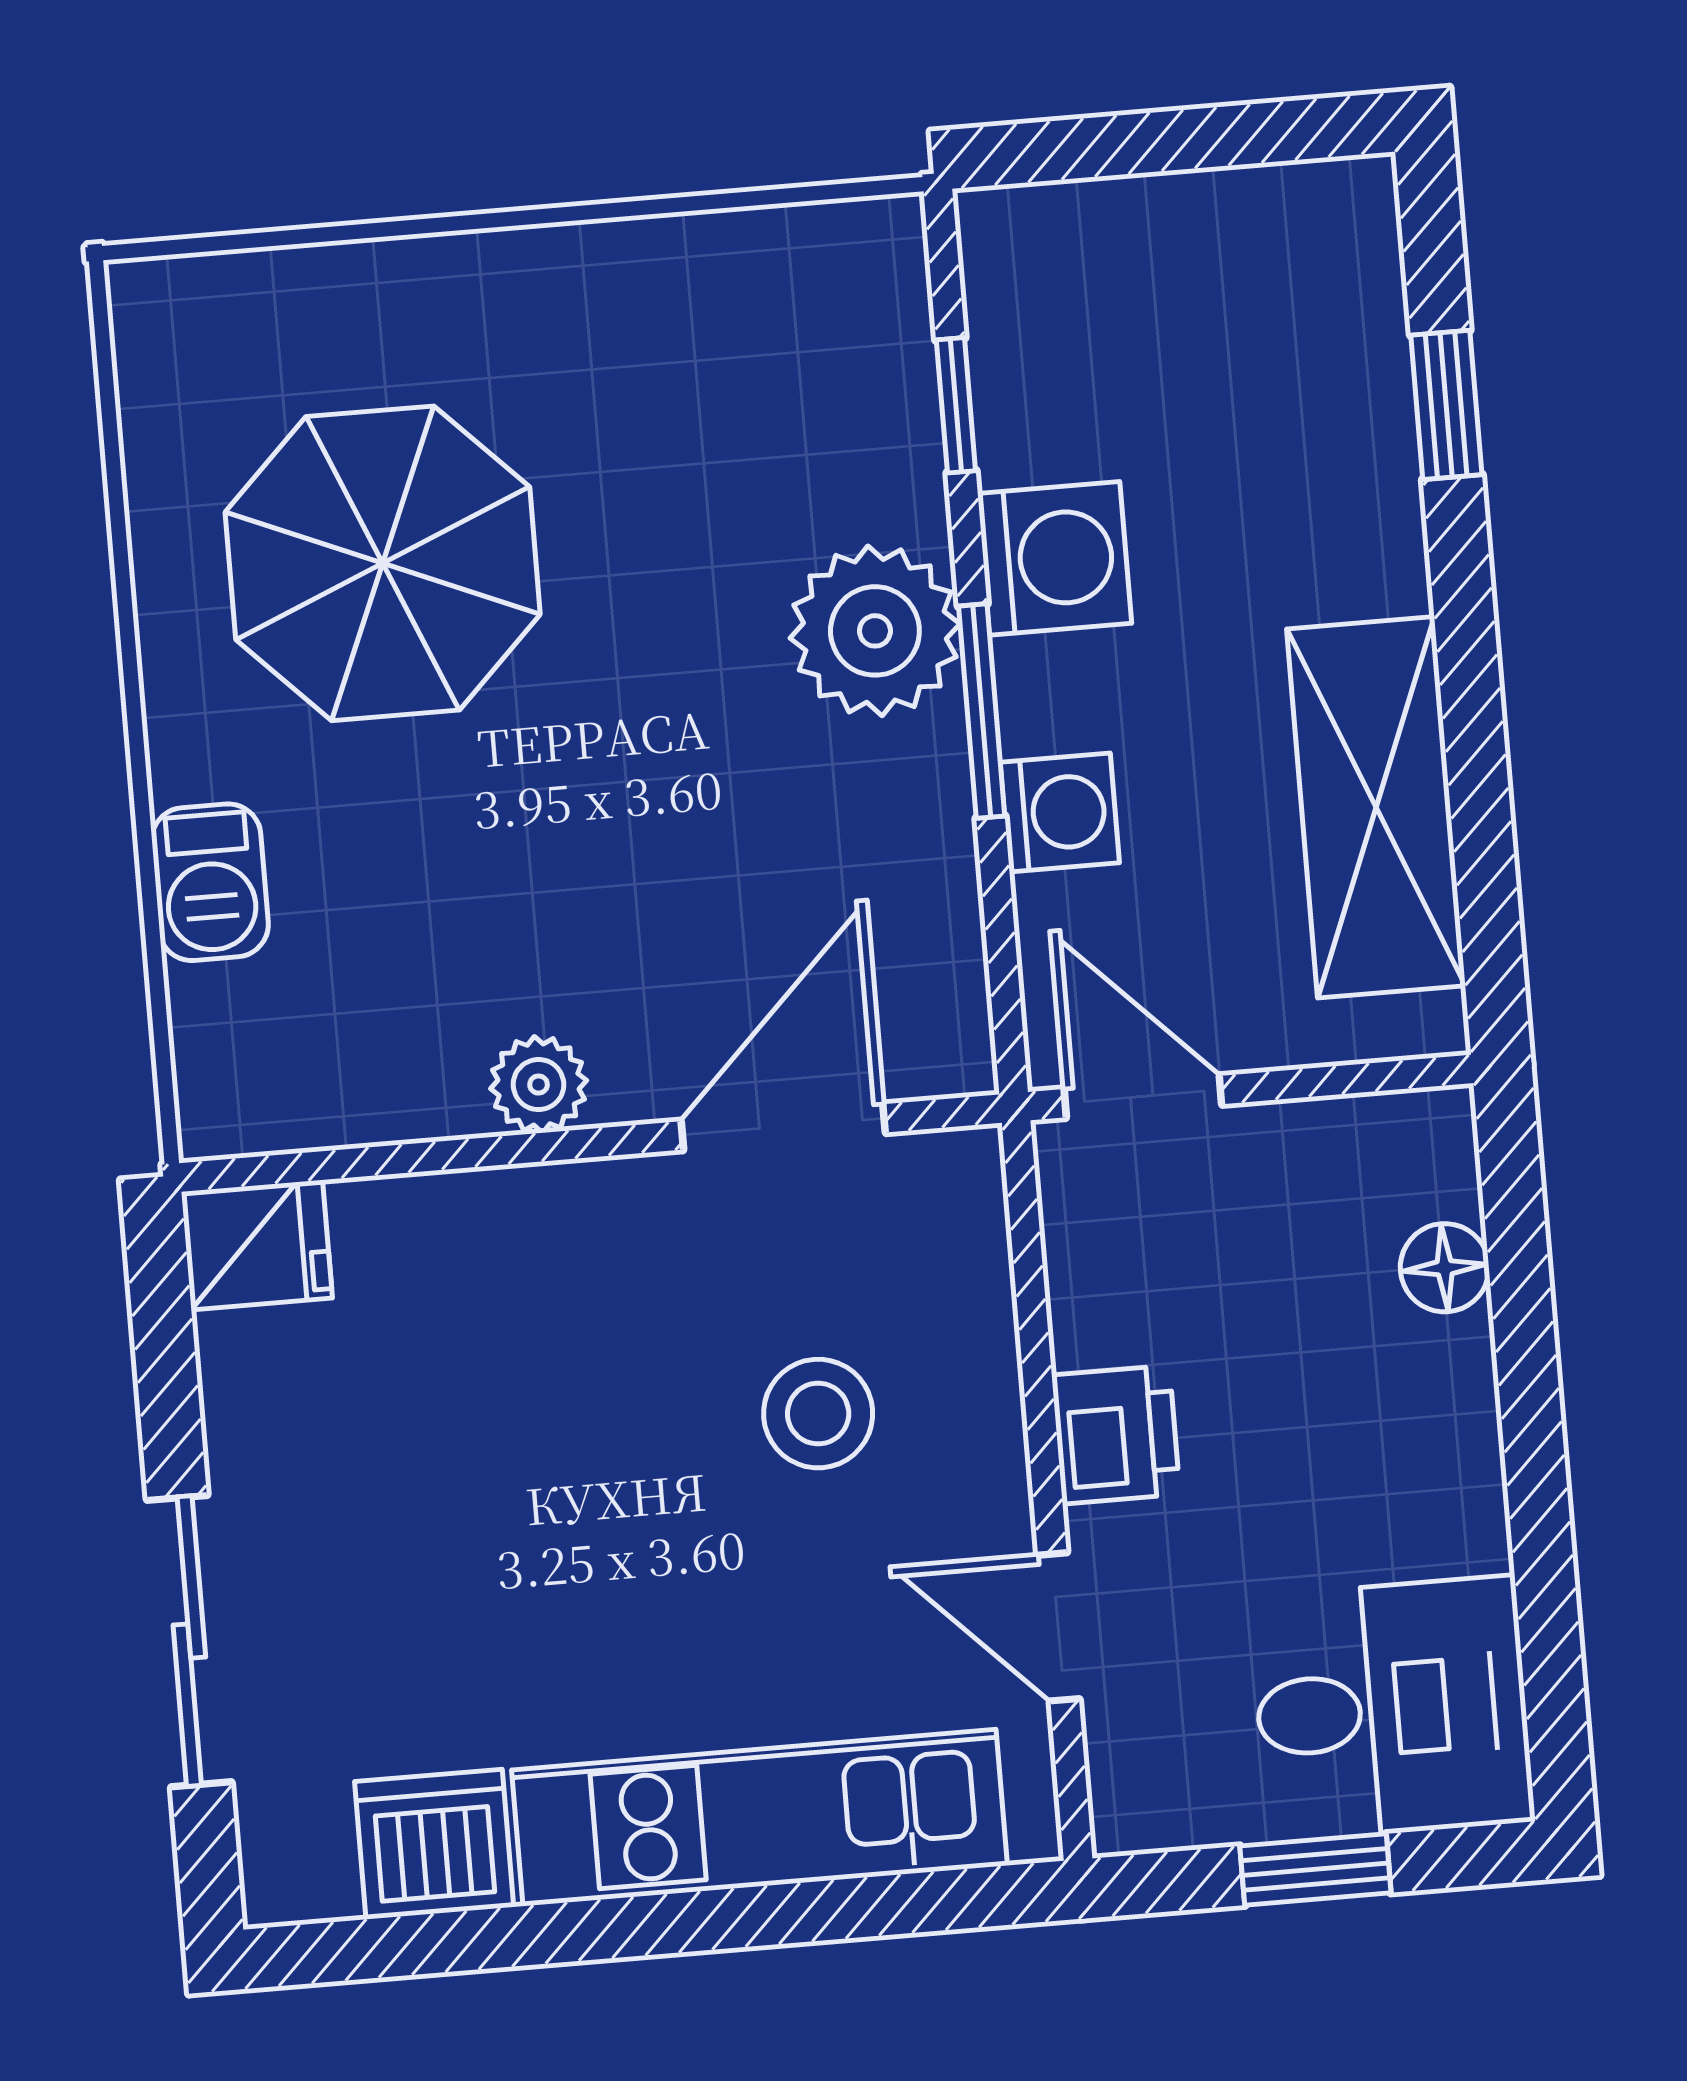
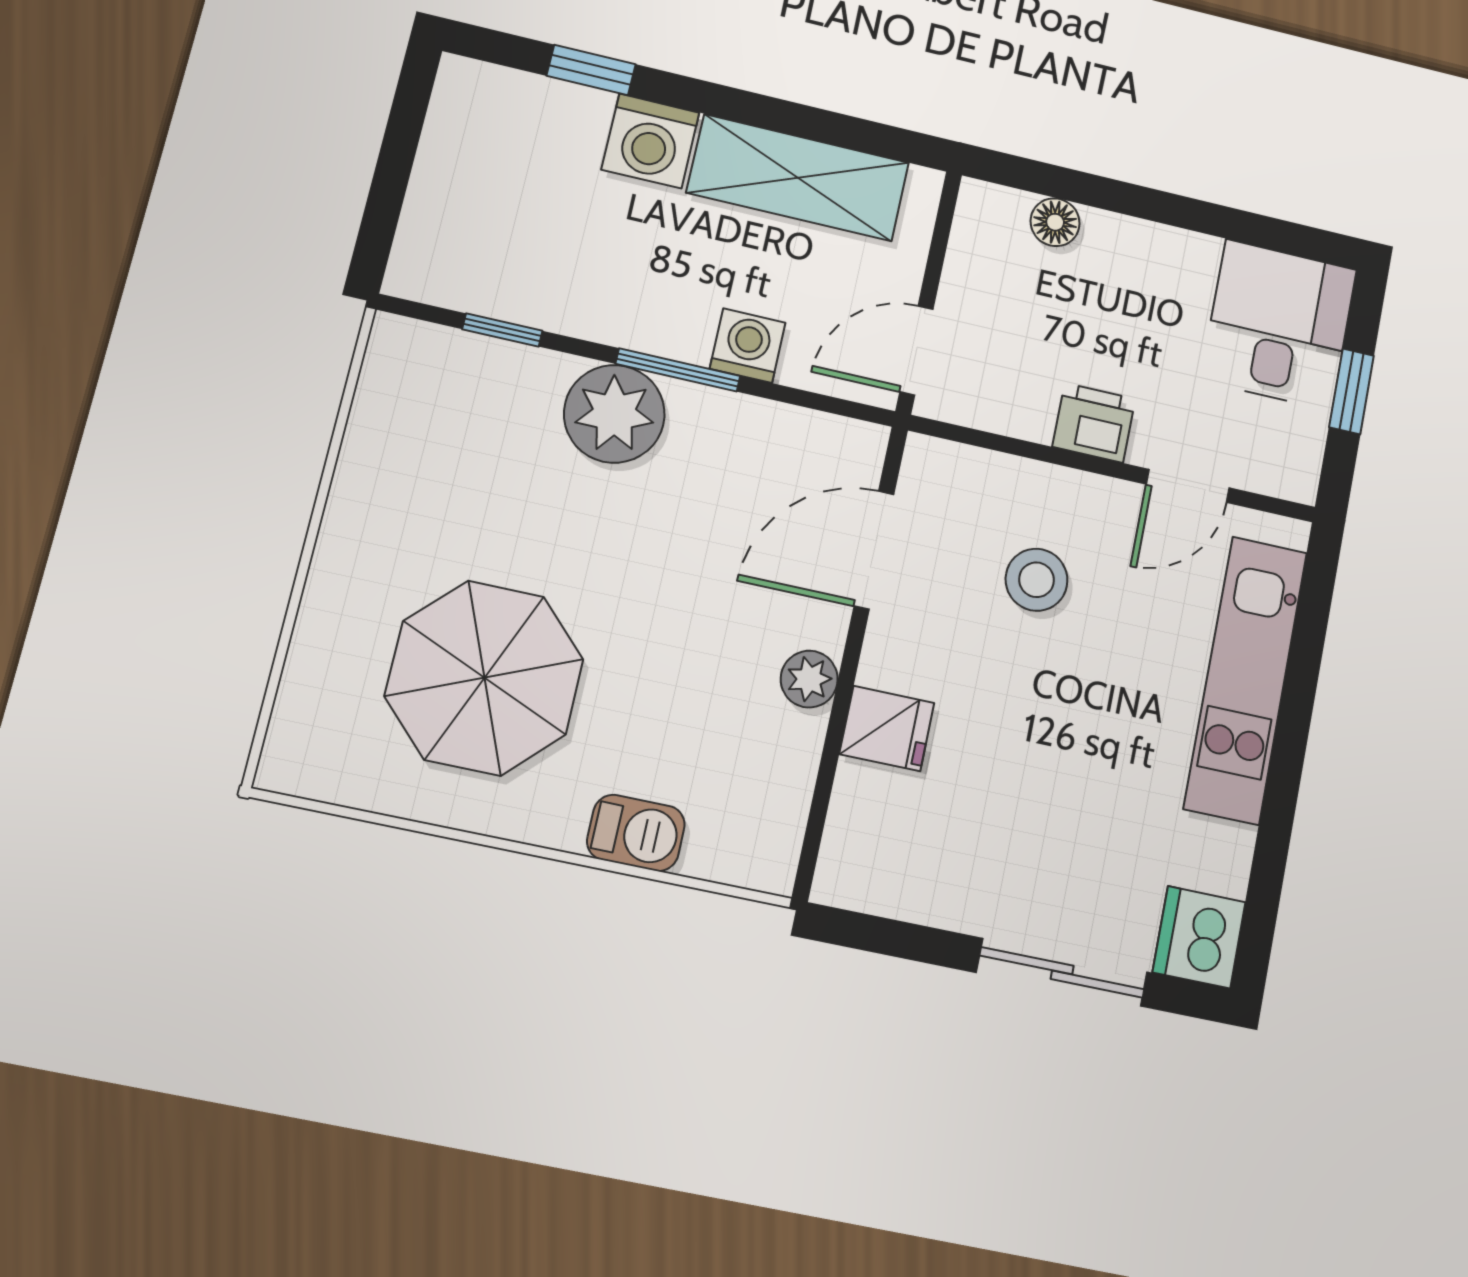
washing machine: (1055, 558) -> (650, 141), moved, turned 180
door: (783, 1127) -> (874, 550), hinge flipped
fridge: (257, 1245) -> (887, 729), moved, turned 90
dishwasher: (434, 1844) -> (1199, 937), moved

